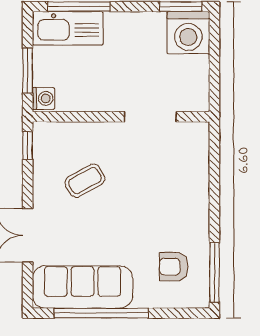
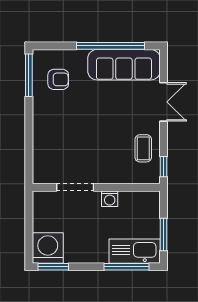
window: (28, 71) -> (163, 235), moved
washing machine: (43, 98) -> (110, 199), moved, turned -90
coffee table: (85, 181) -> (143, 148), moved, turned -61

